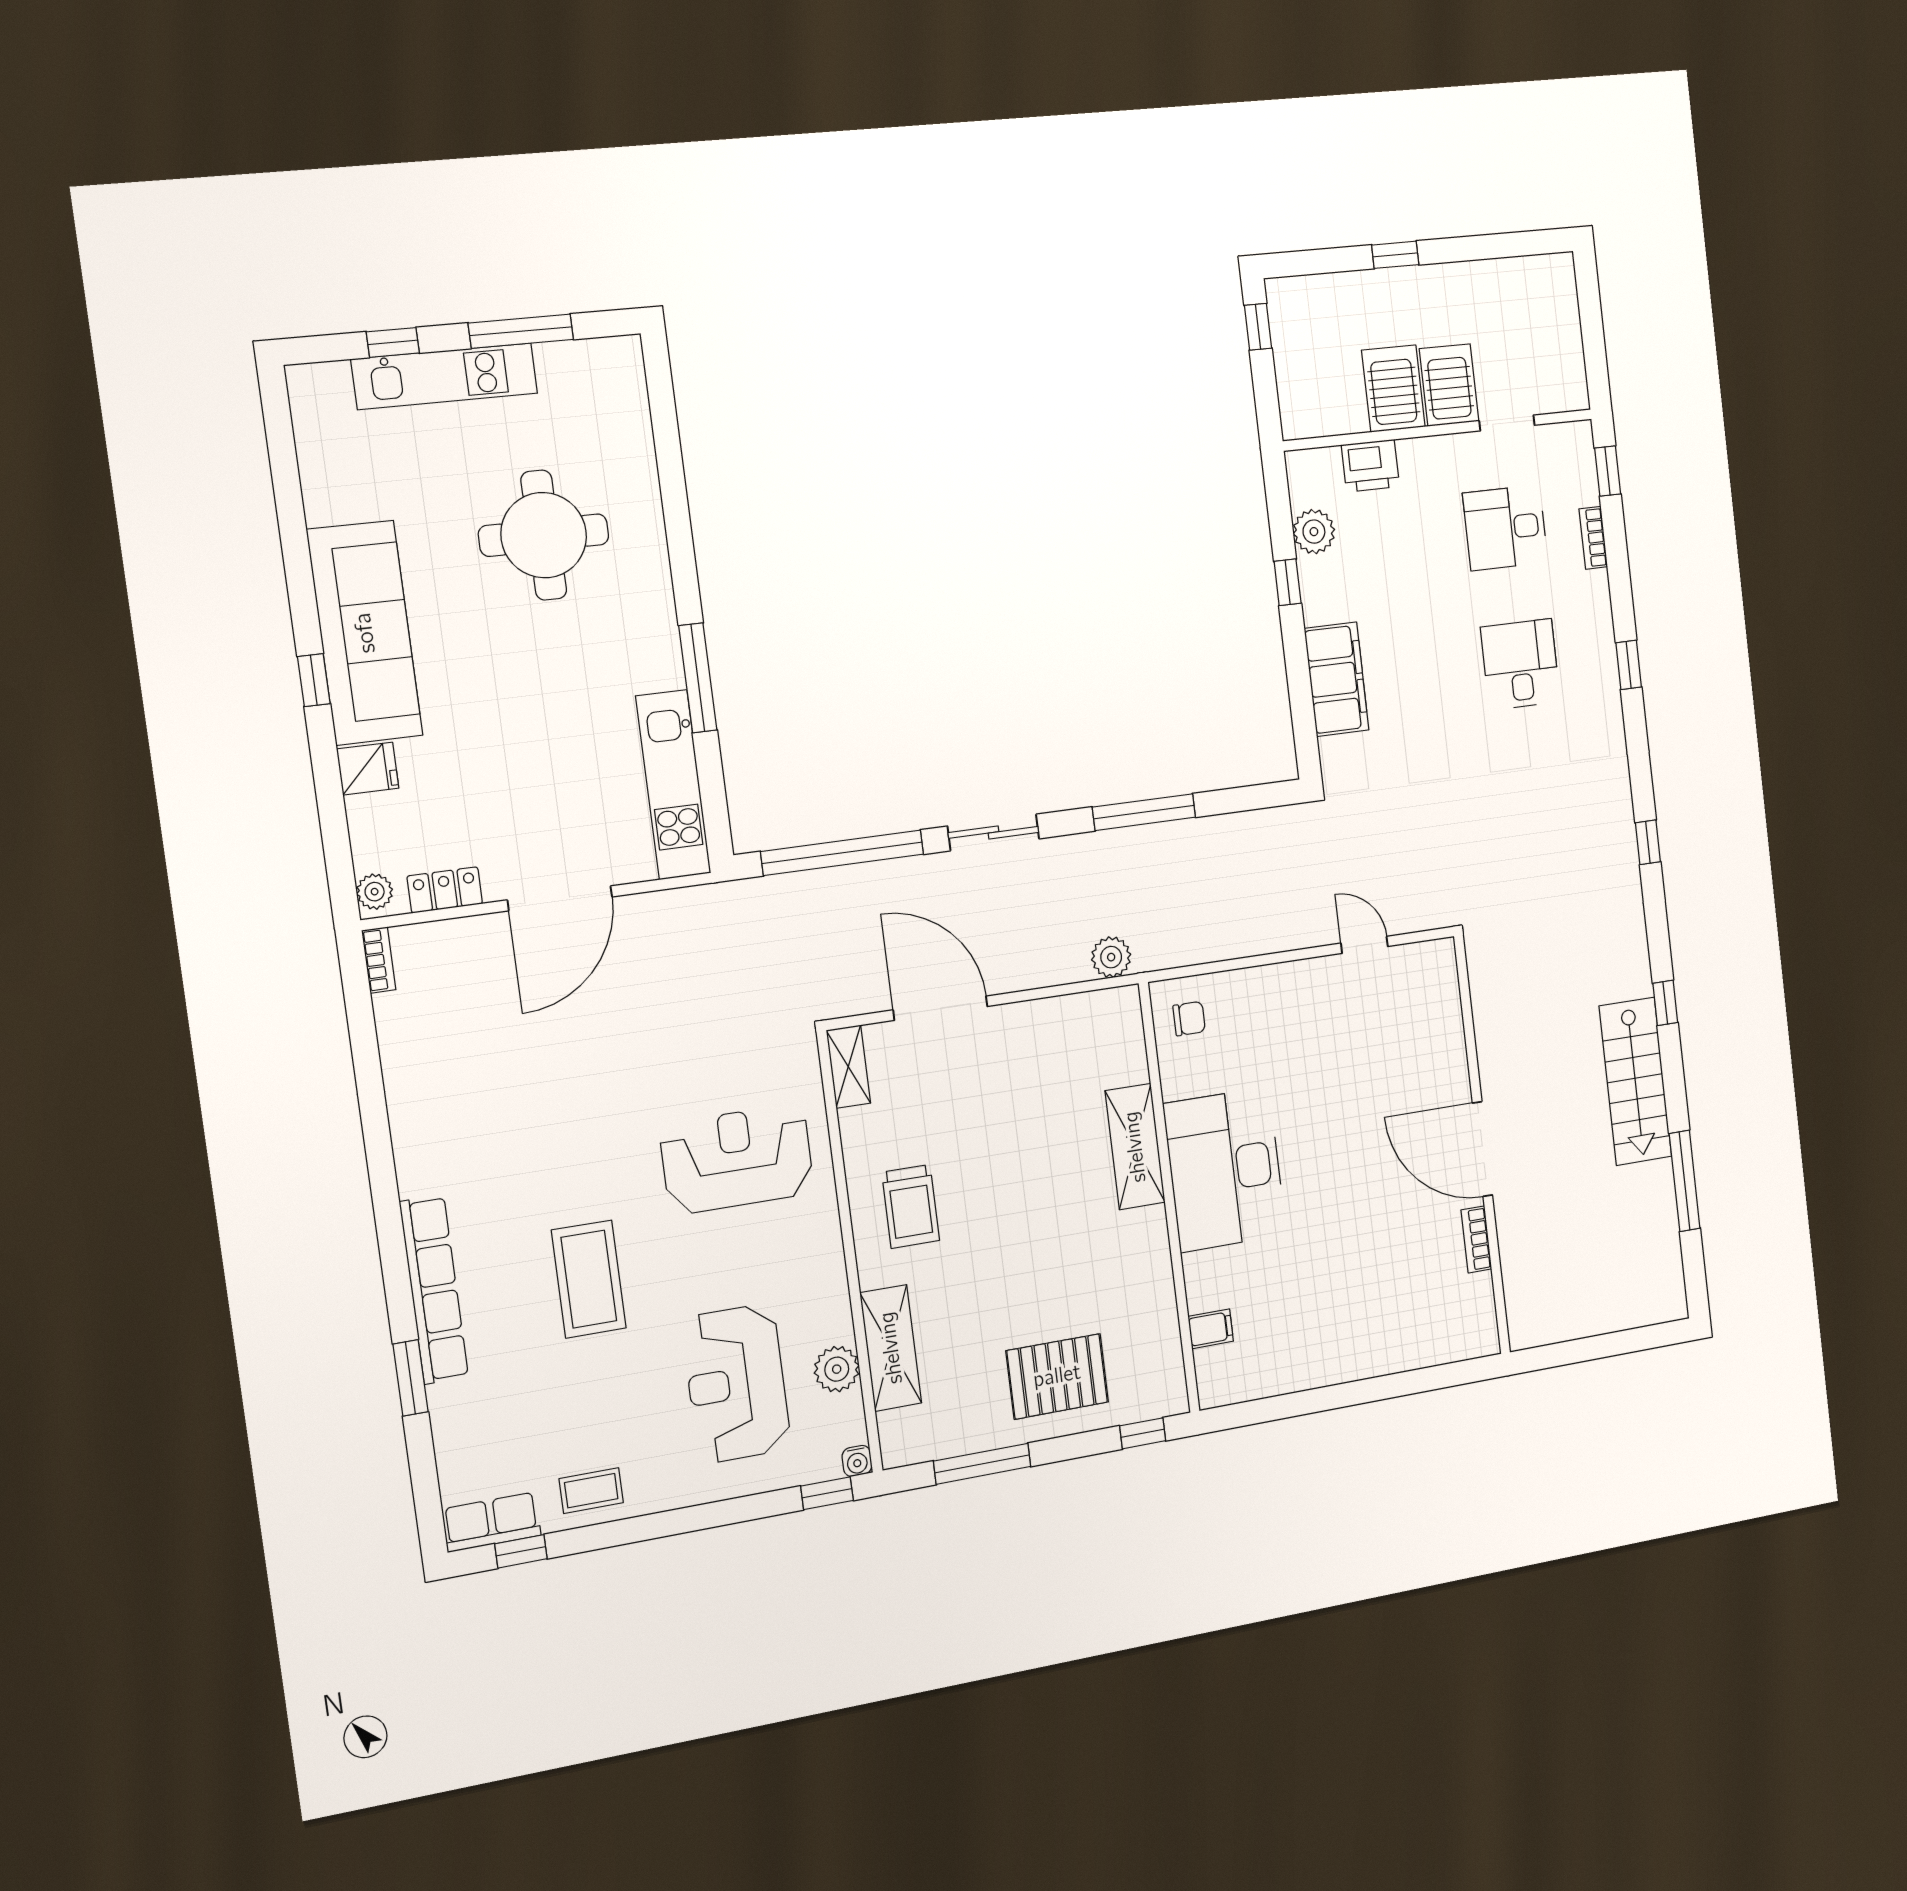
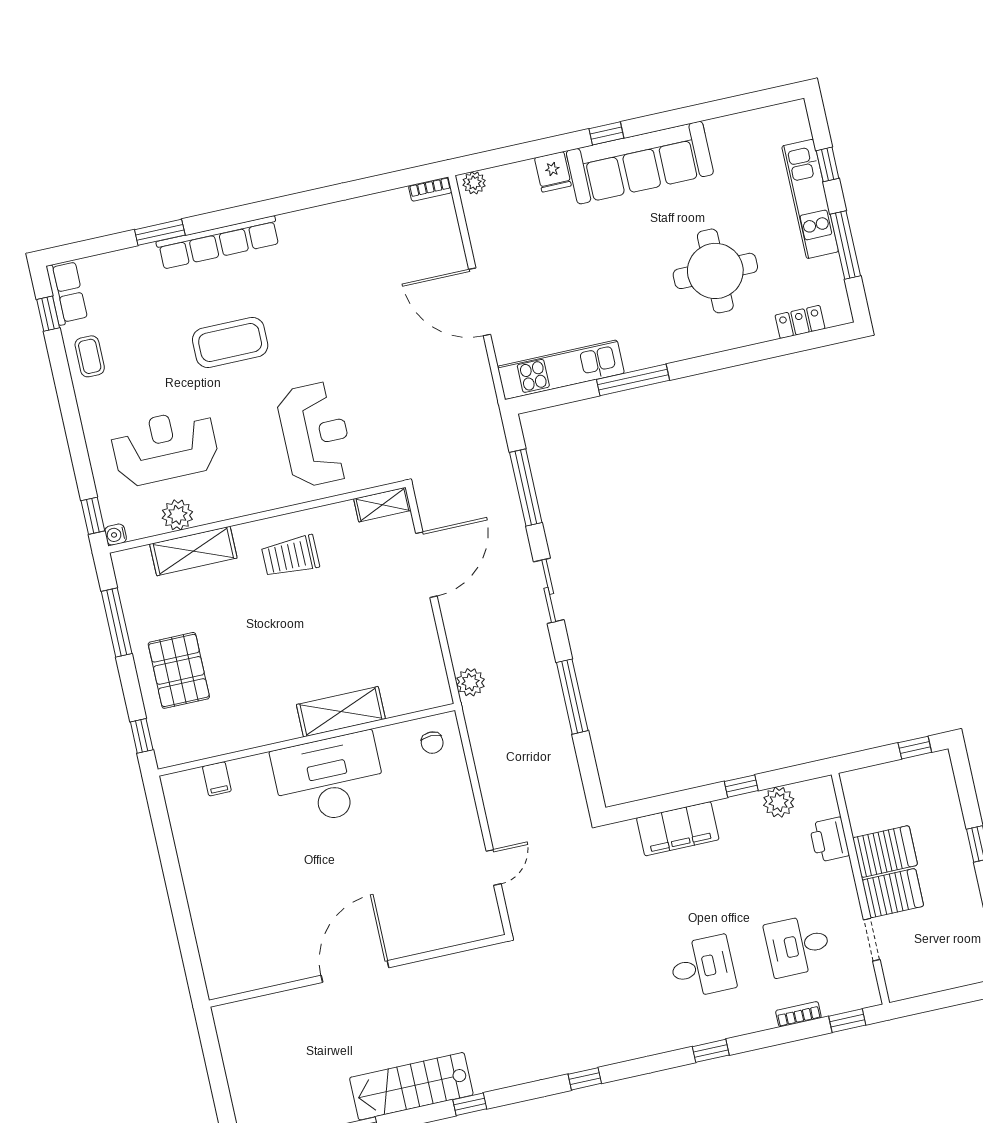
desk: (1505, 528) -> (798, 946), turned -90
window: (842, 853) -> (526, 488), width x0.68
locker: (445, 890) -> (800, 322), moved, turned -90
bookcase: (1476, 1239) -> (290, 973), removed

